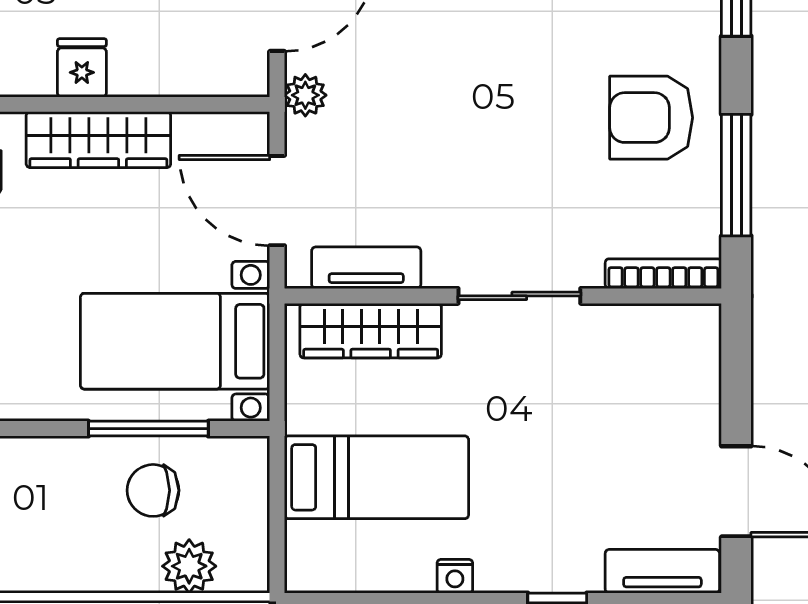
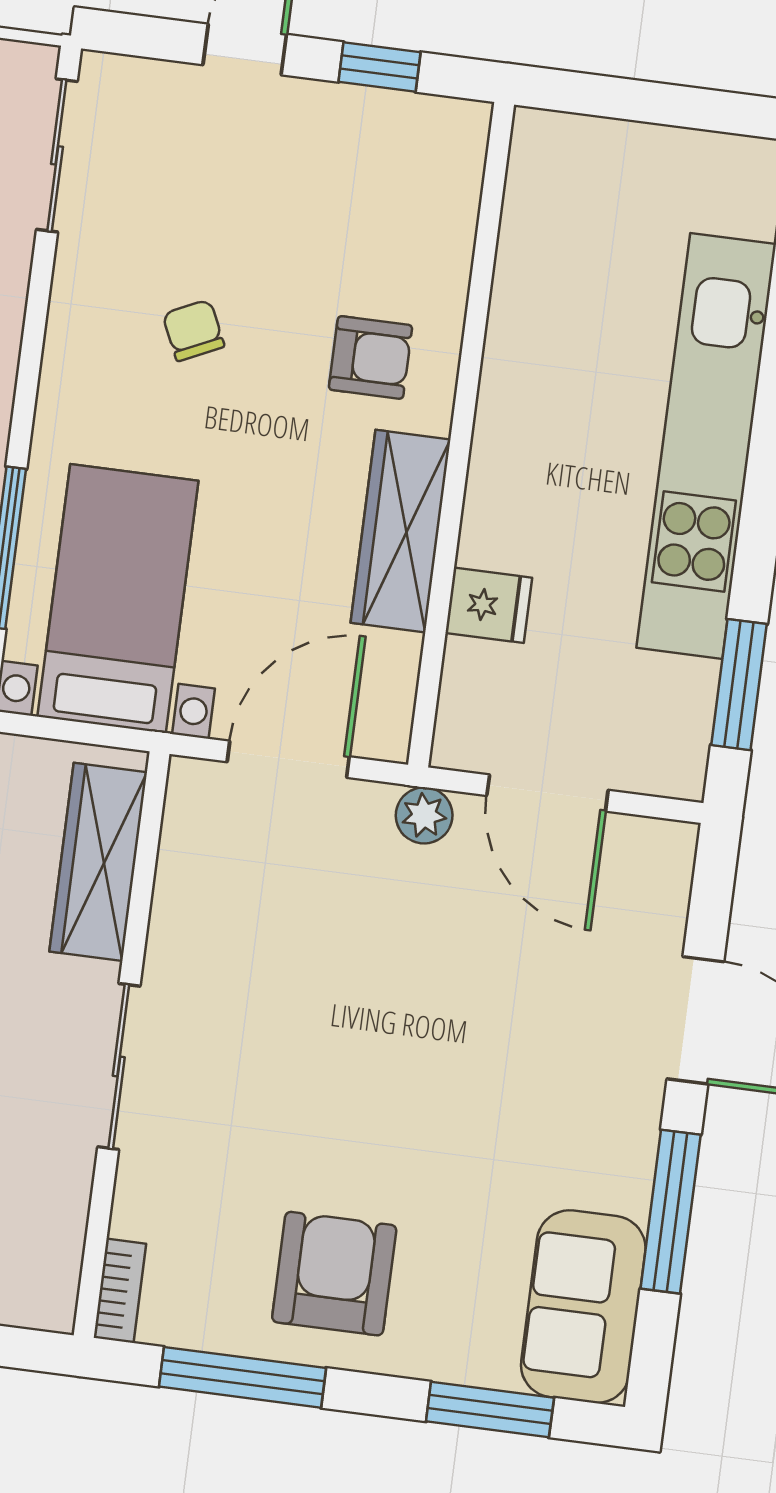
fridge: (82, 68) -> (489, 605), moved
tv unit: (366, 268) -> (183, 867), removed
bookcase: (663, 274) -> (120, 1291), width x0.64

